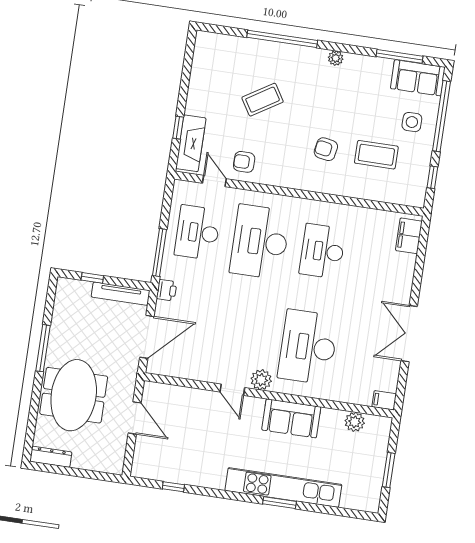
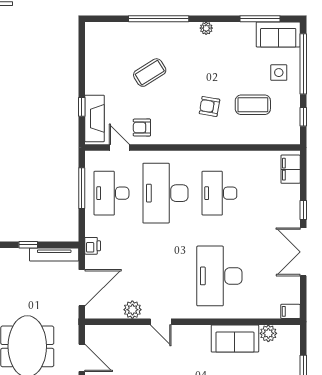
window: (159, 253) -> (82, 188), moved
window: (416, 285) -> (303, 210), added
plant: (261, 380) -> (132, 310), moved
sofa: (291, 418) -> (235, 338), moved

